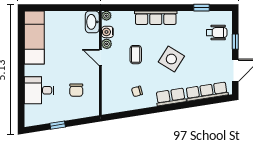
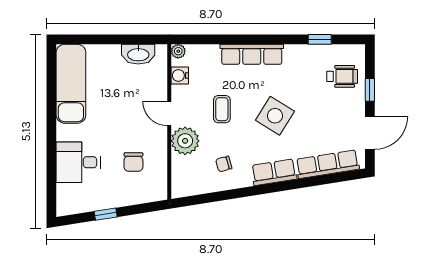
washbasin: (92, 22) -> (138, 54), moved, turned -90
plant: (107, 44) -> (185, 141), moved, width x1.88, depth x1.88

